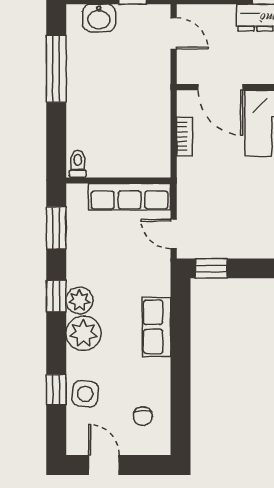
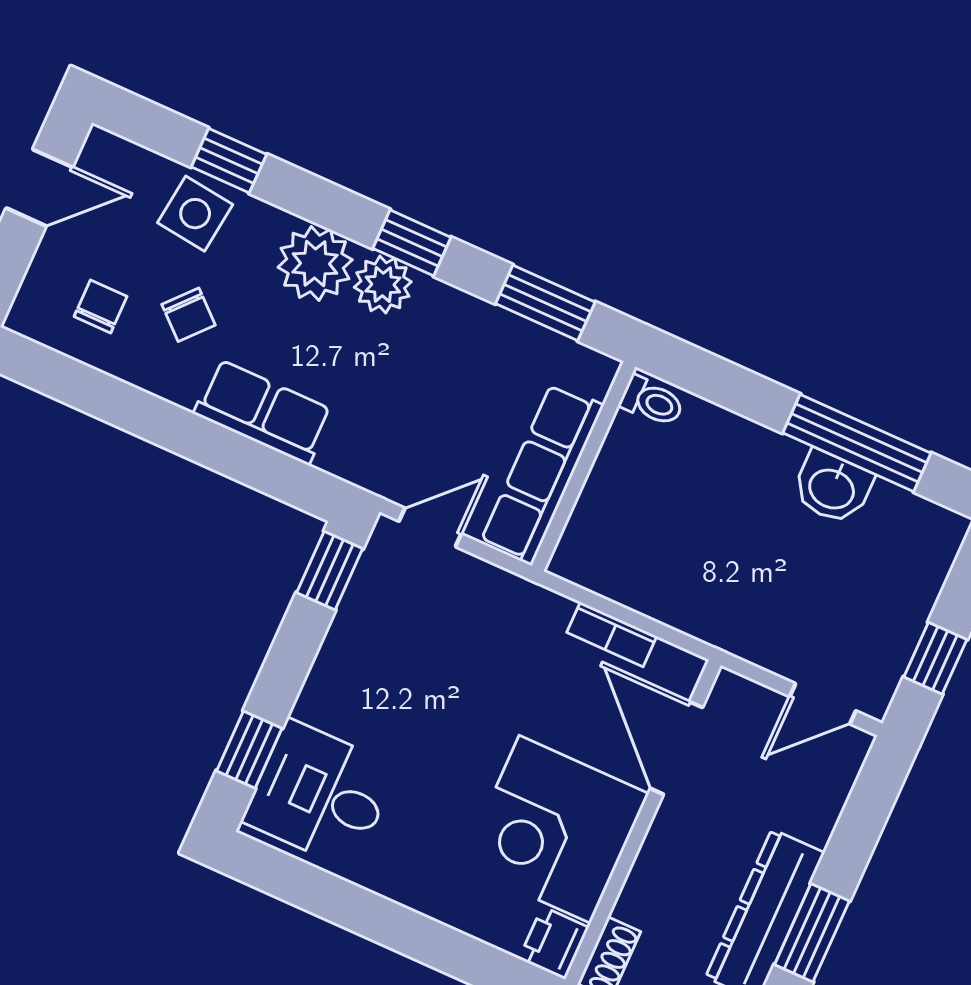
washbasin: (99, 18) -> (832, 487), moved, turned -90
door: (220, 87) -> (676, 748), hinge flipped
chair: (129, 377) -> (189, 315), added
chair: (143, 416) -> (101, 307), turned 90

